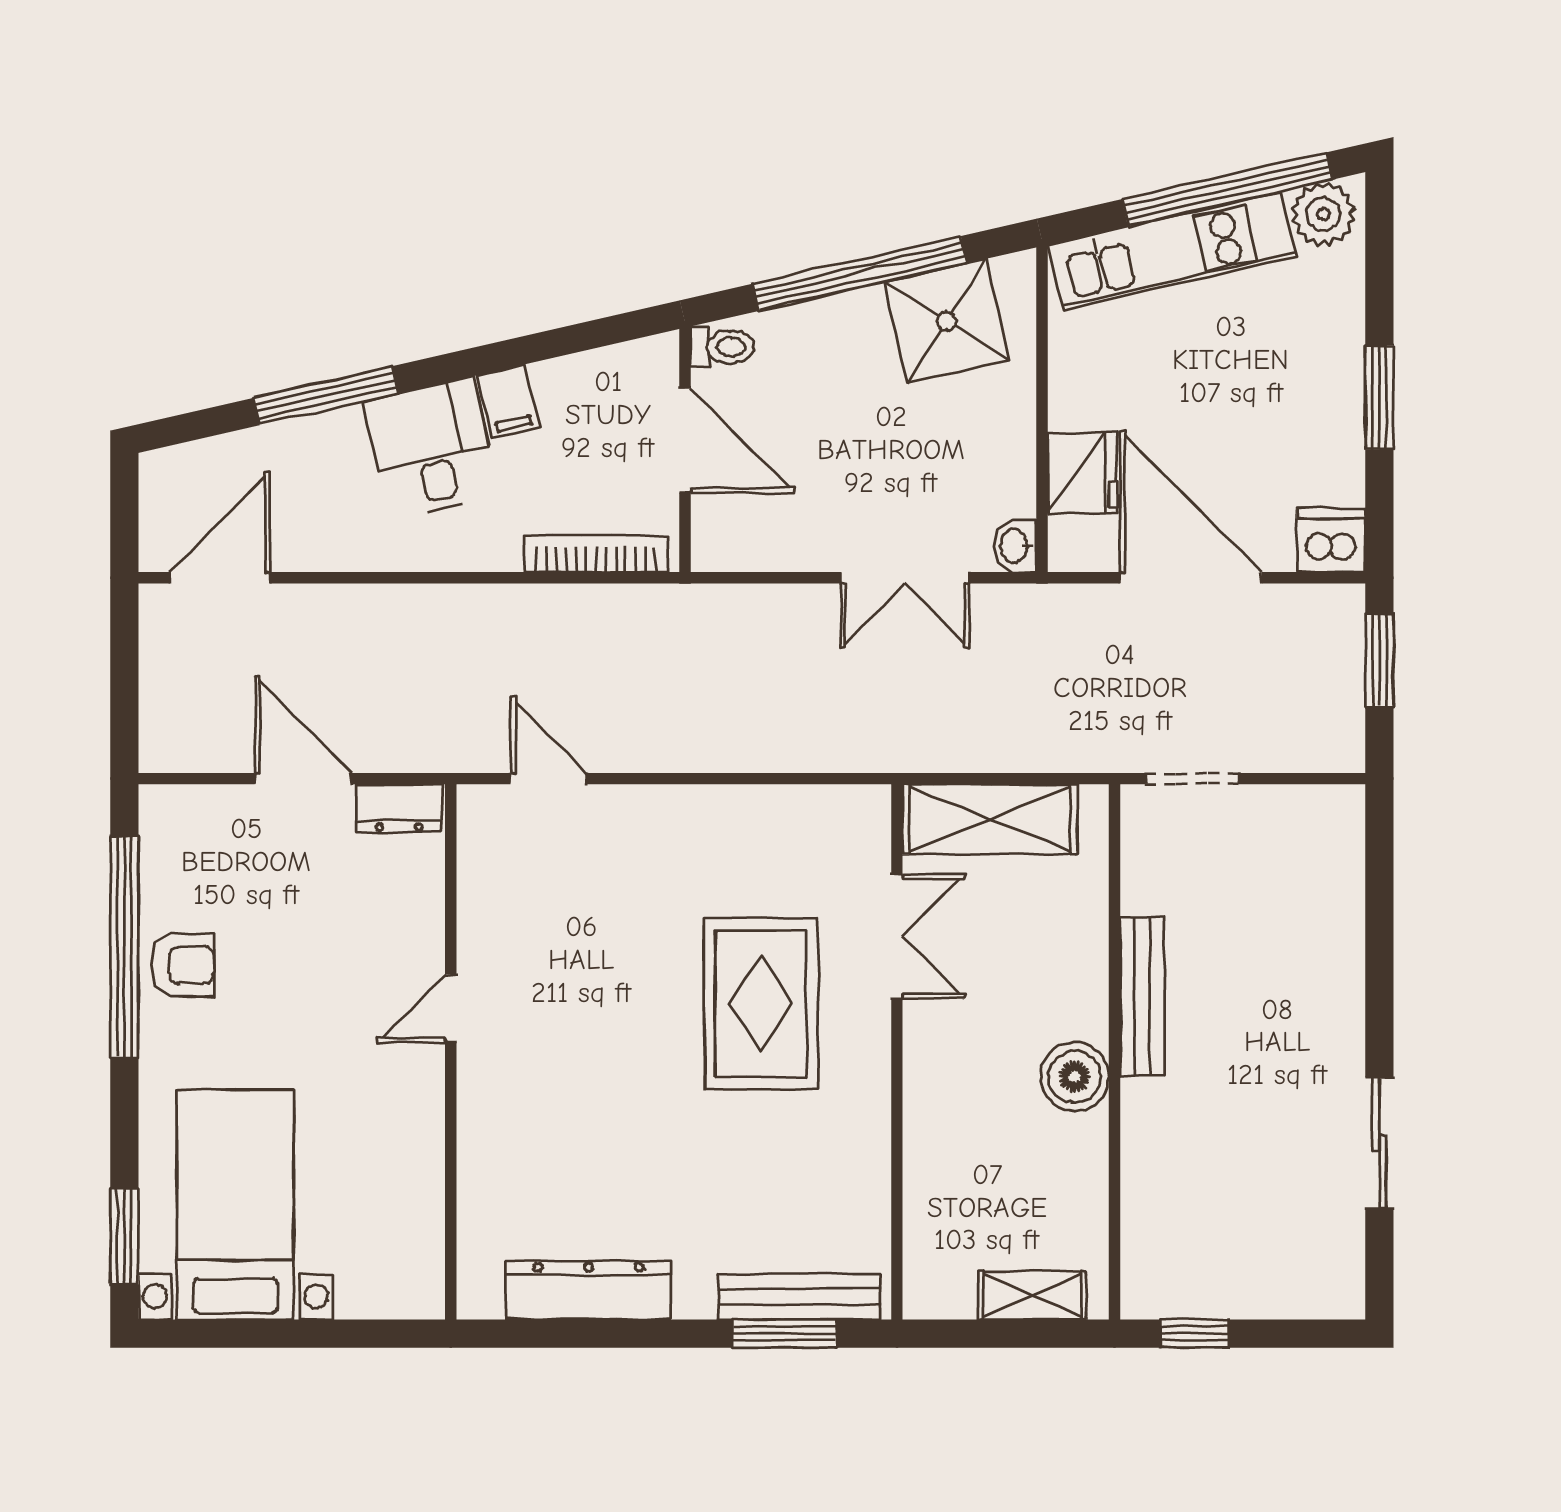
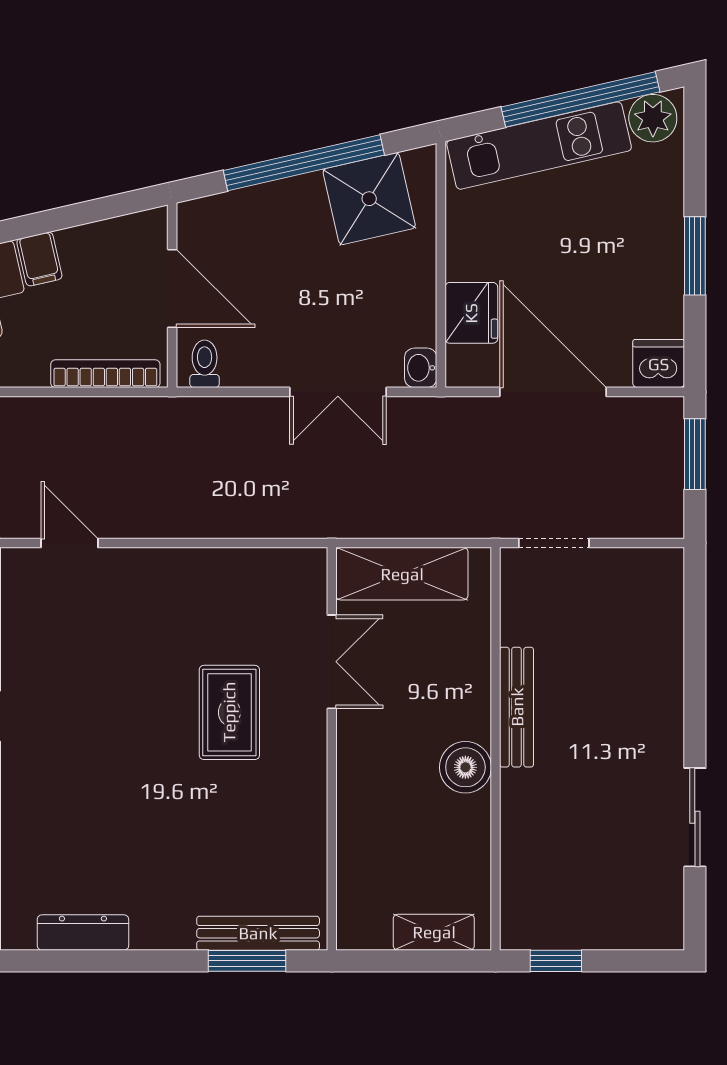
toilet: (722, 347) -> (205, 364), moved, turned -90
rug: (761, 1004) -> (229, 712), width x0.73, depth x0.70
dresser: (589, 1290) -> (83, 933), width x0.73, depth x0.80

